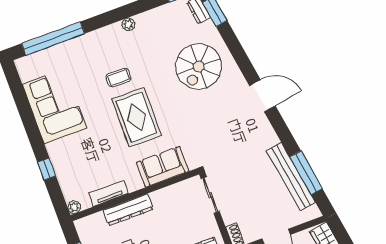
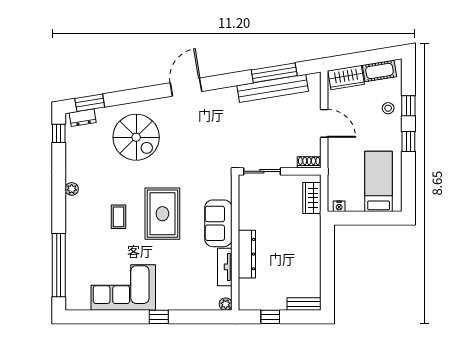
rug: (137, 117) -> (162, 214), turned 90
sofa: (163, 167) -> (218, 223), moved
window: (47, 169) -> (159, 317), moved

